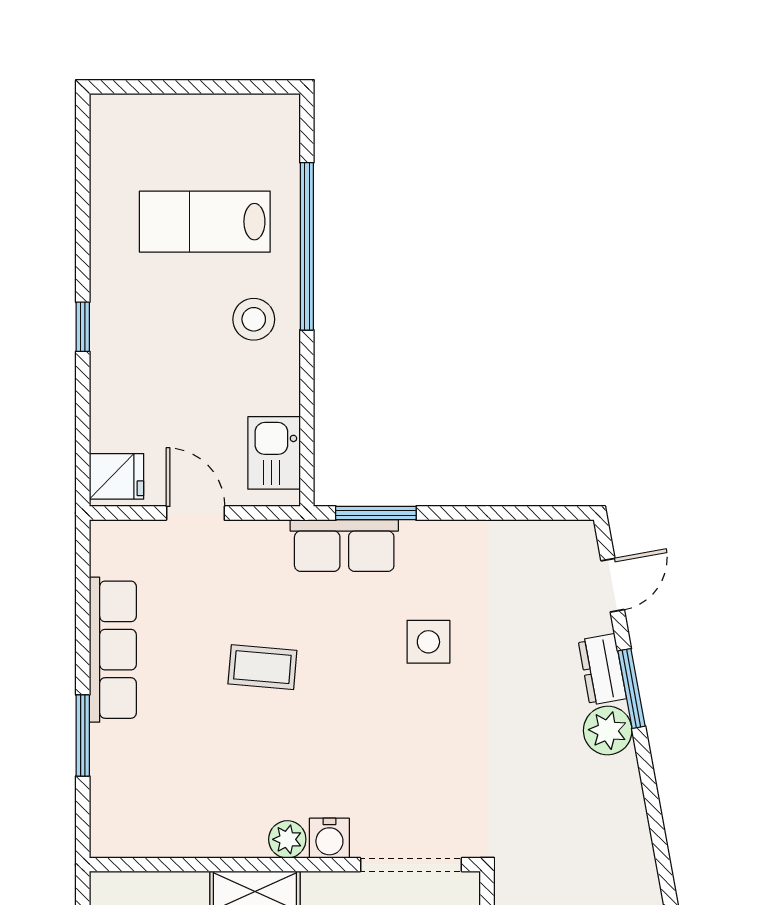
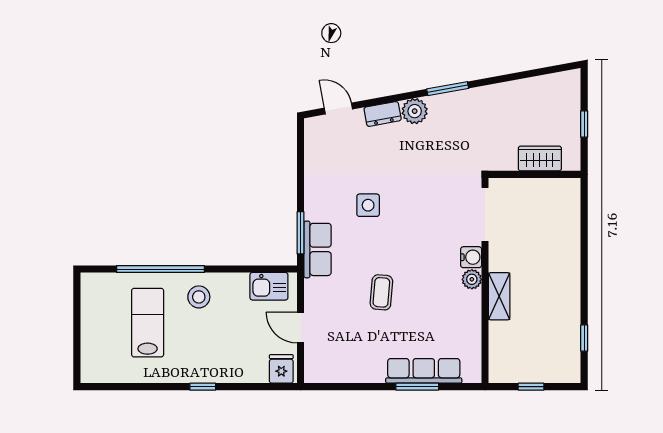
lab bench: (205, 222) -> (148, 323), turned 180
door: (195, 513) -> (301, 327), hinge flipped
row of seats: (113, 650) -> (424, 371), moved
window: (631, 689) -> (448, 89), moved

